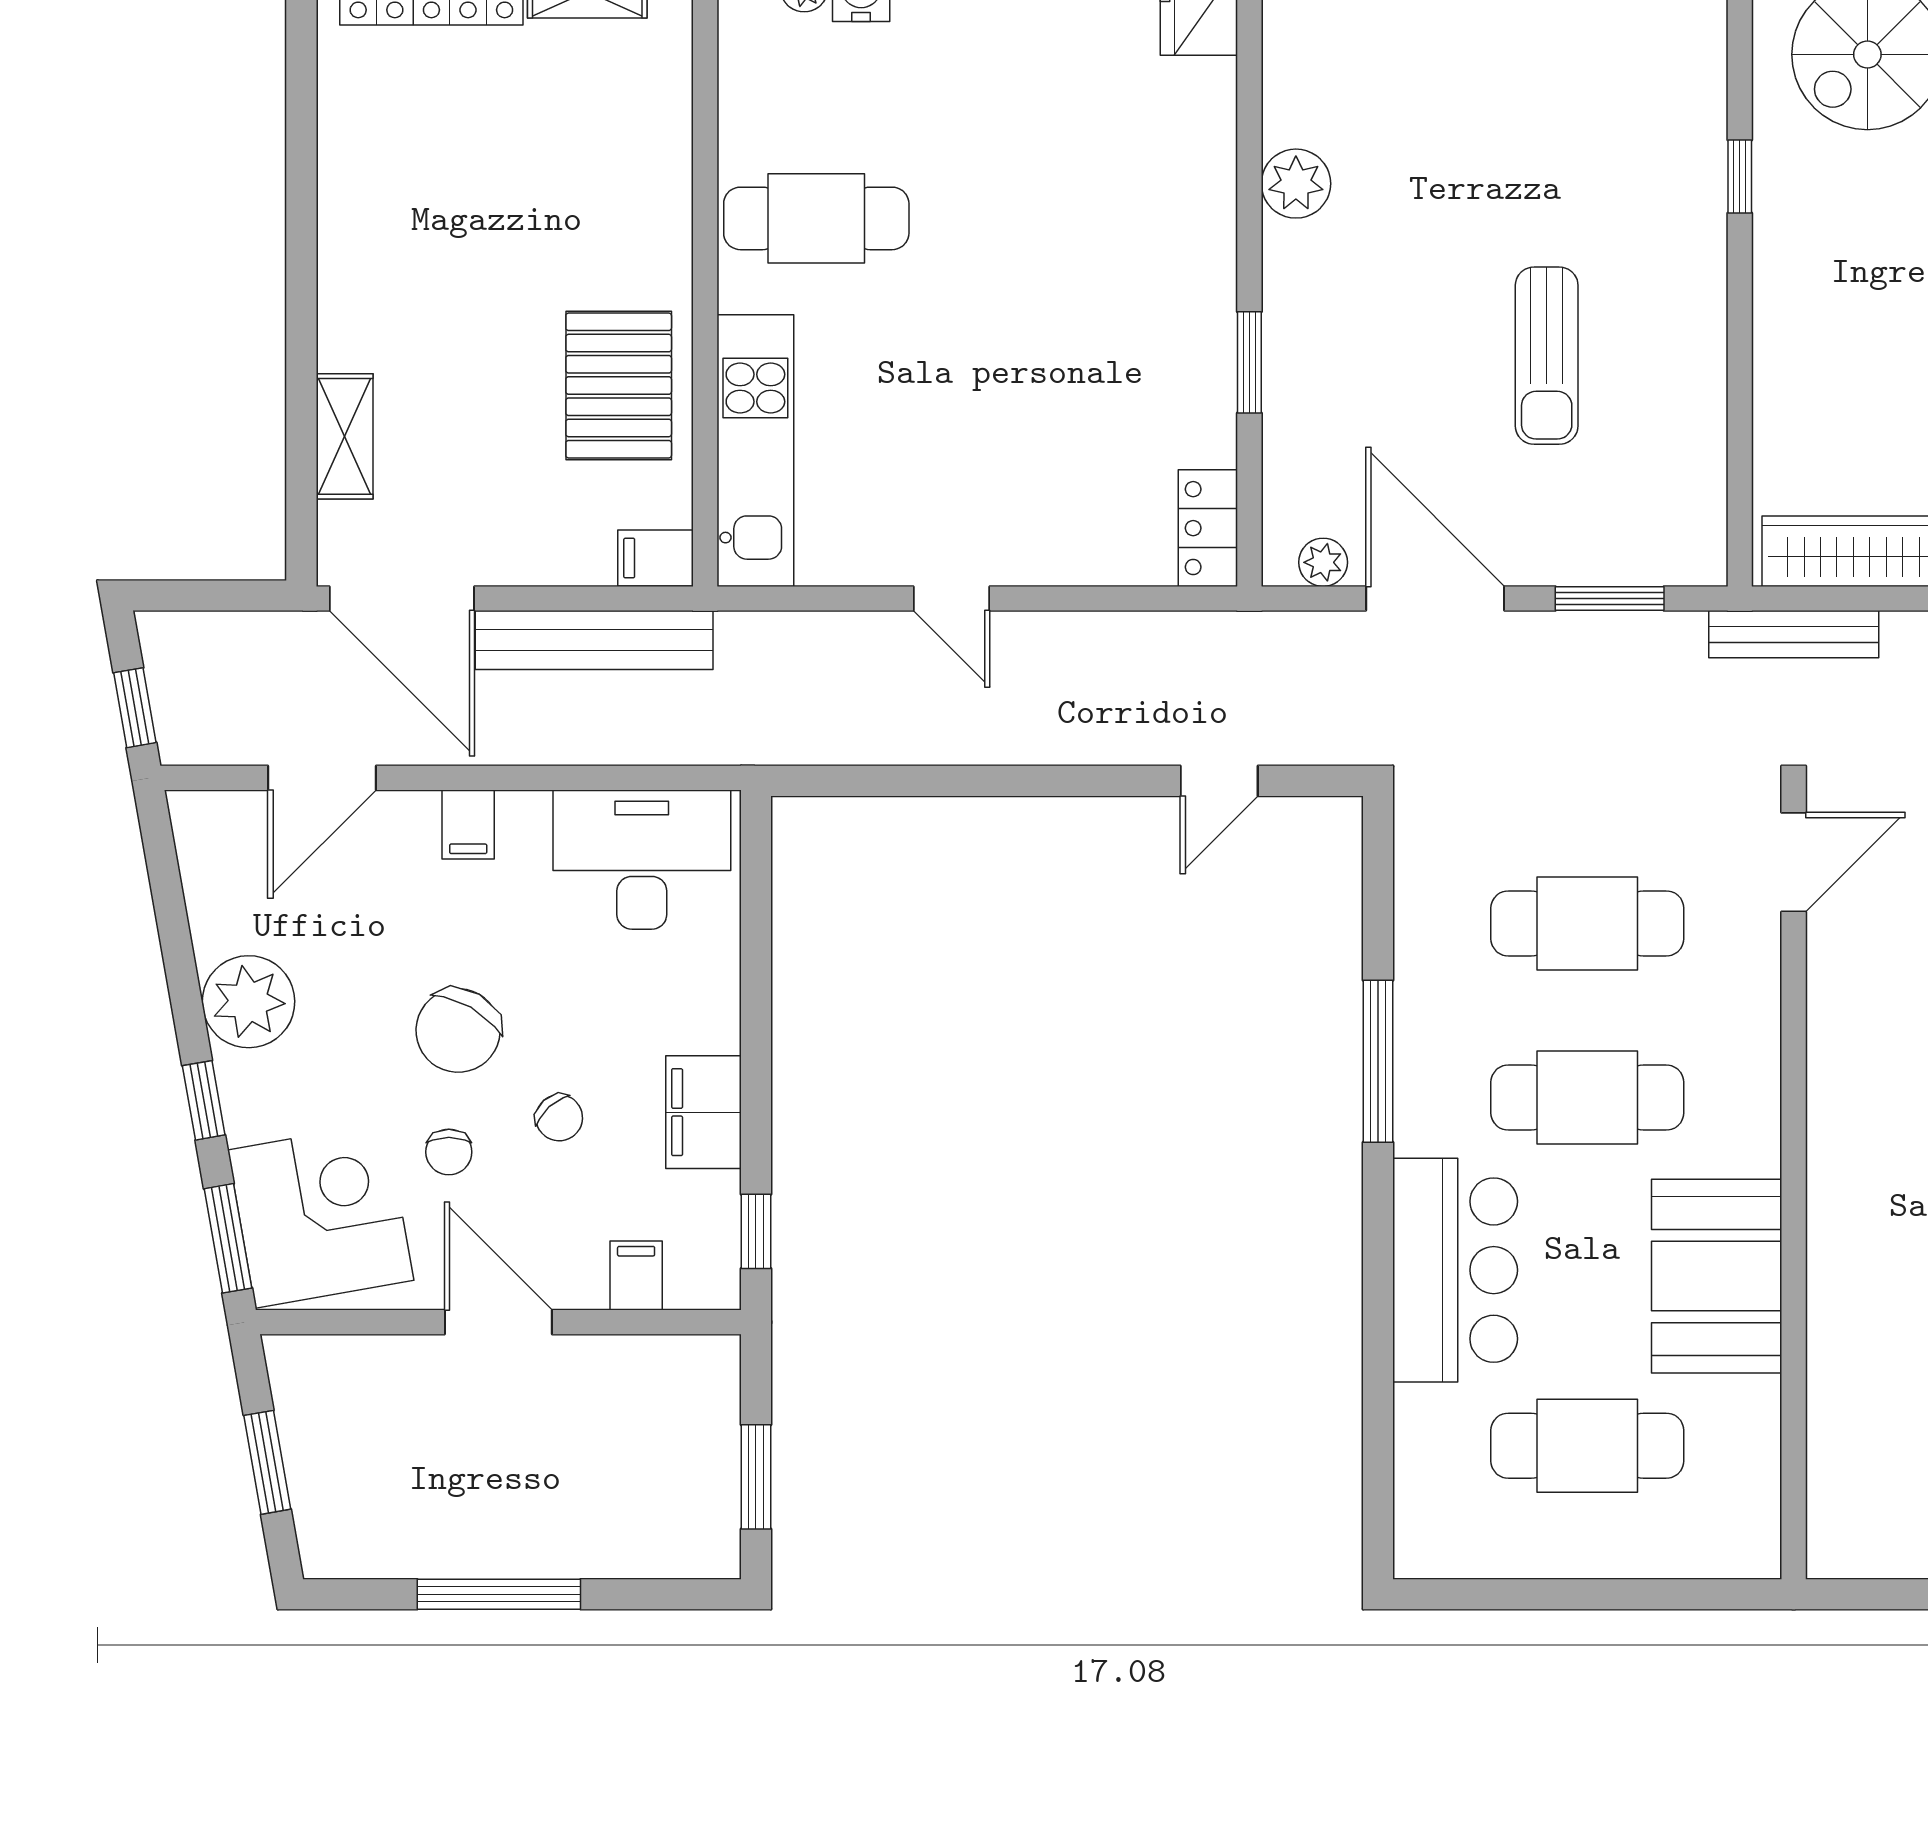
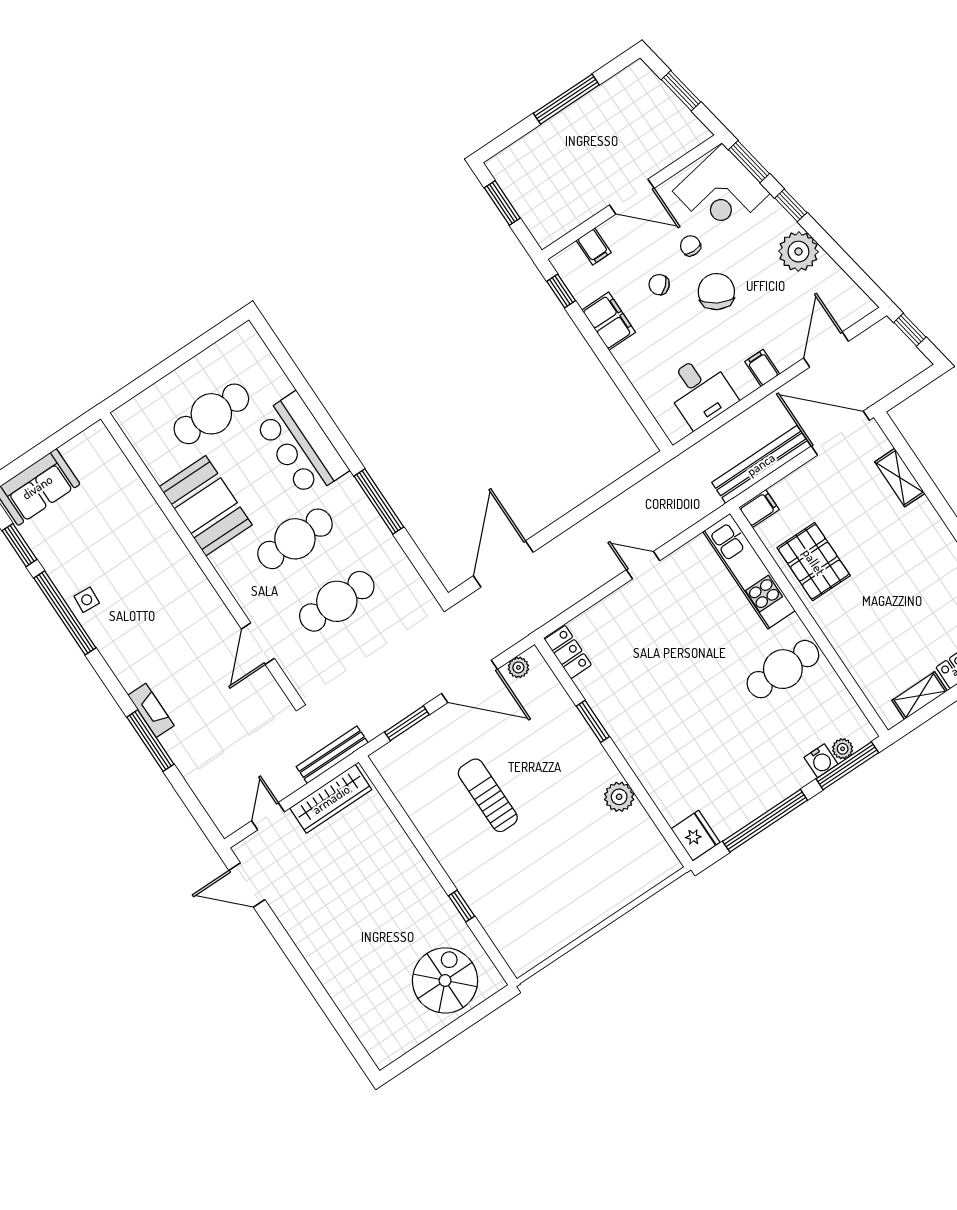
door: (1219, 781) -> (503, 564), width x1.87
desk: (642, 860) -> (700, 391), width x0.73
door: (1794, 862) -> (258, 644), moved

